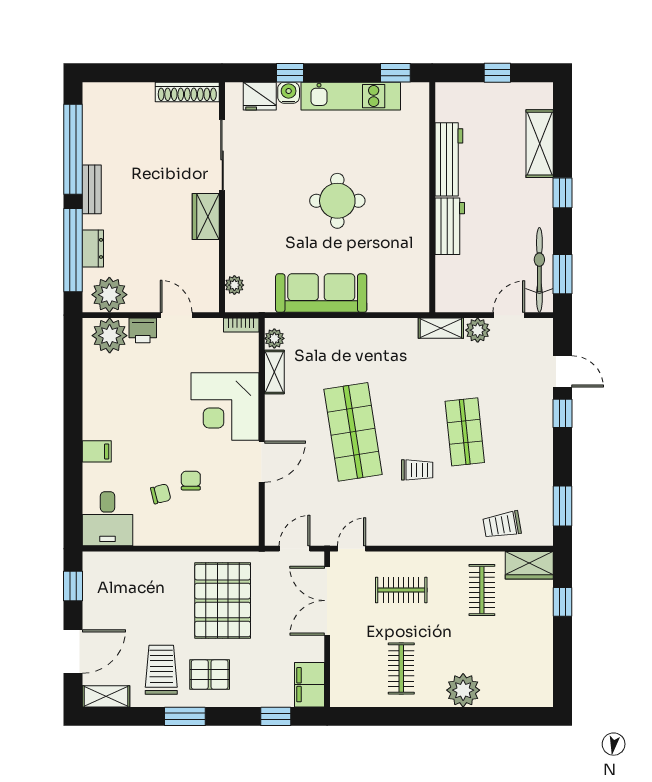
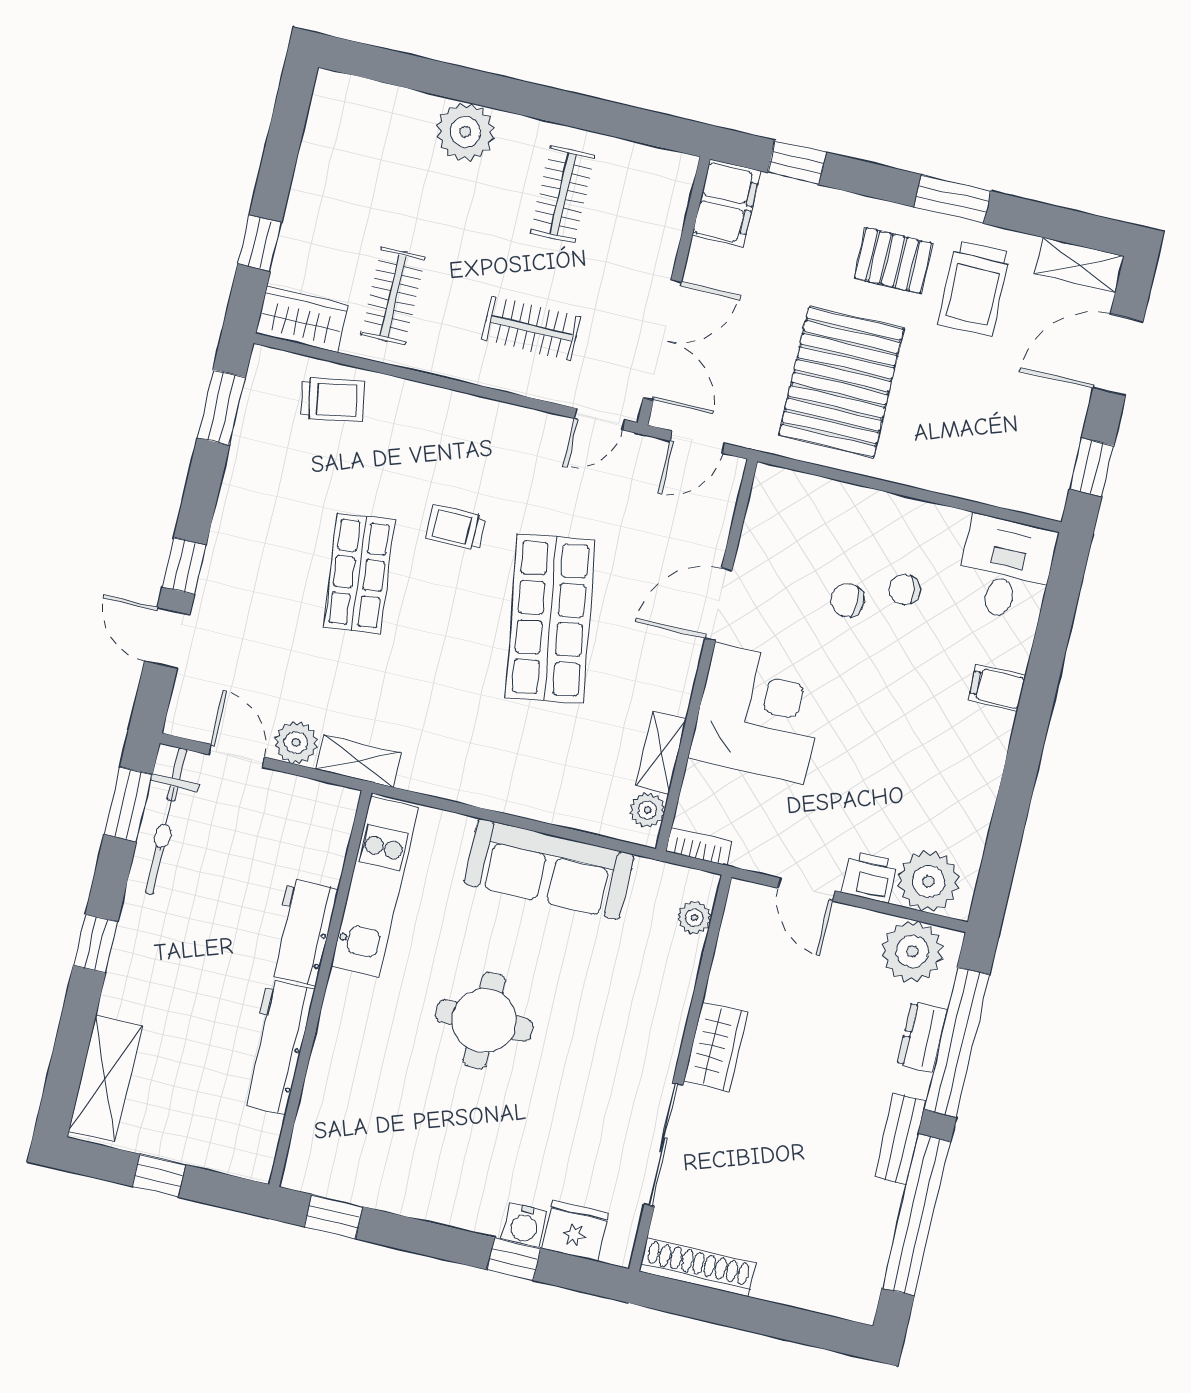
kitchen unit: (351, 96) -> (375, 887), moved, turned 90
shelving: (540, 144) -> (105, 1078), moved
door: (509, 315) -> (236, 756), swing flipped
chair: (191, 481) -> (848, 600), turned 90

